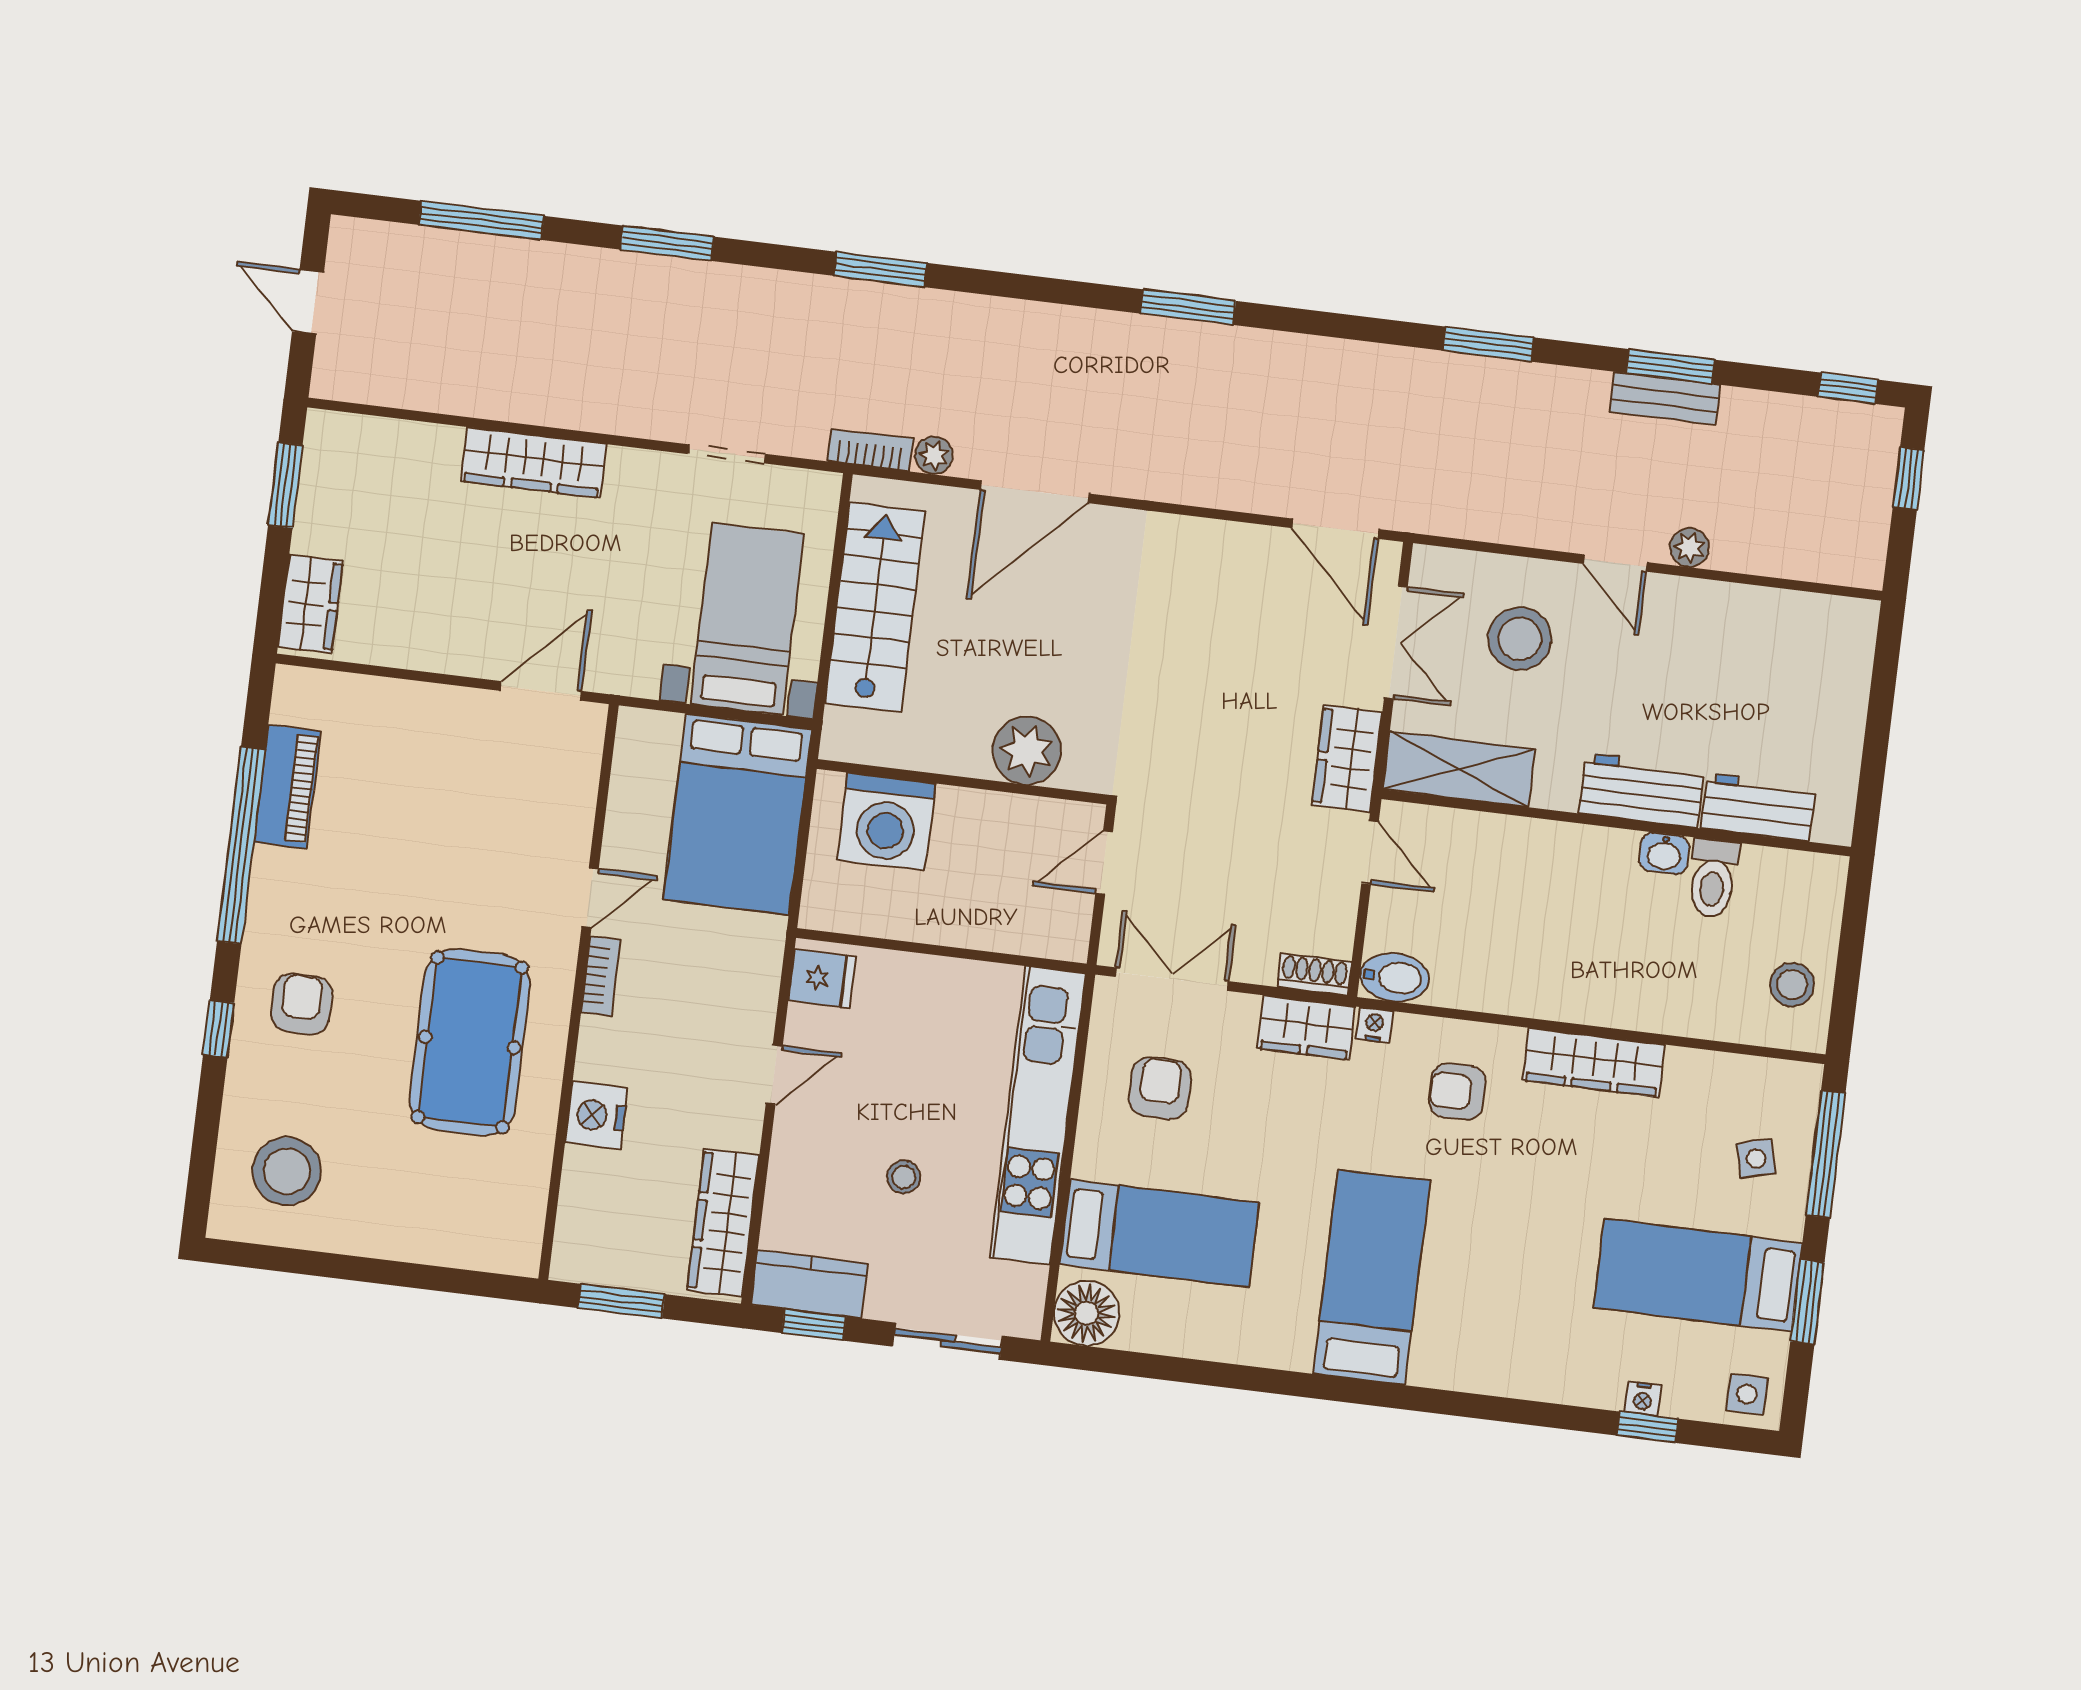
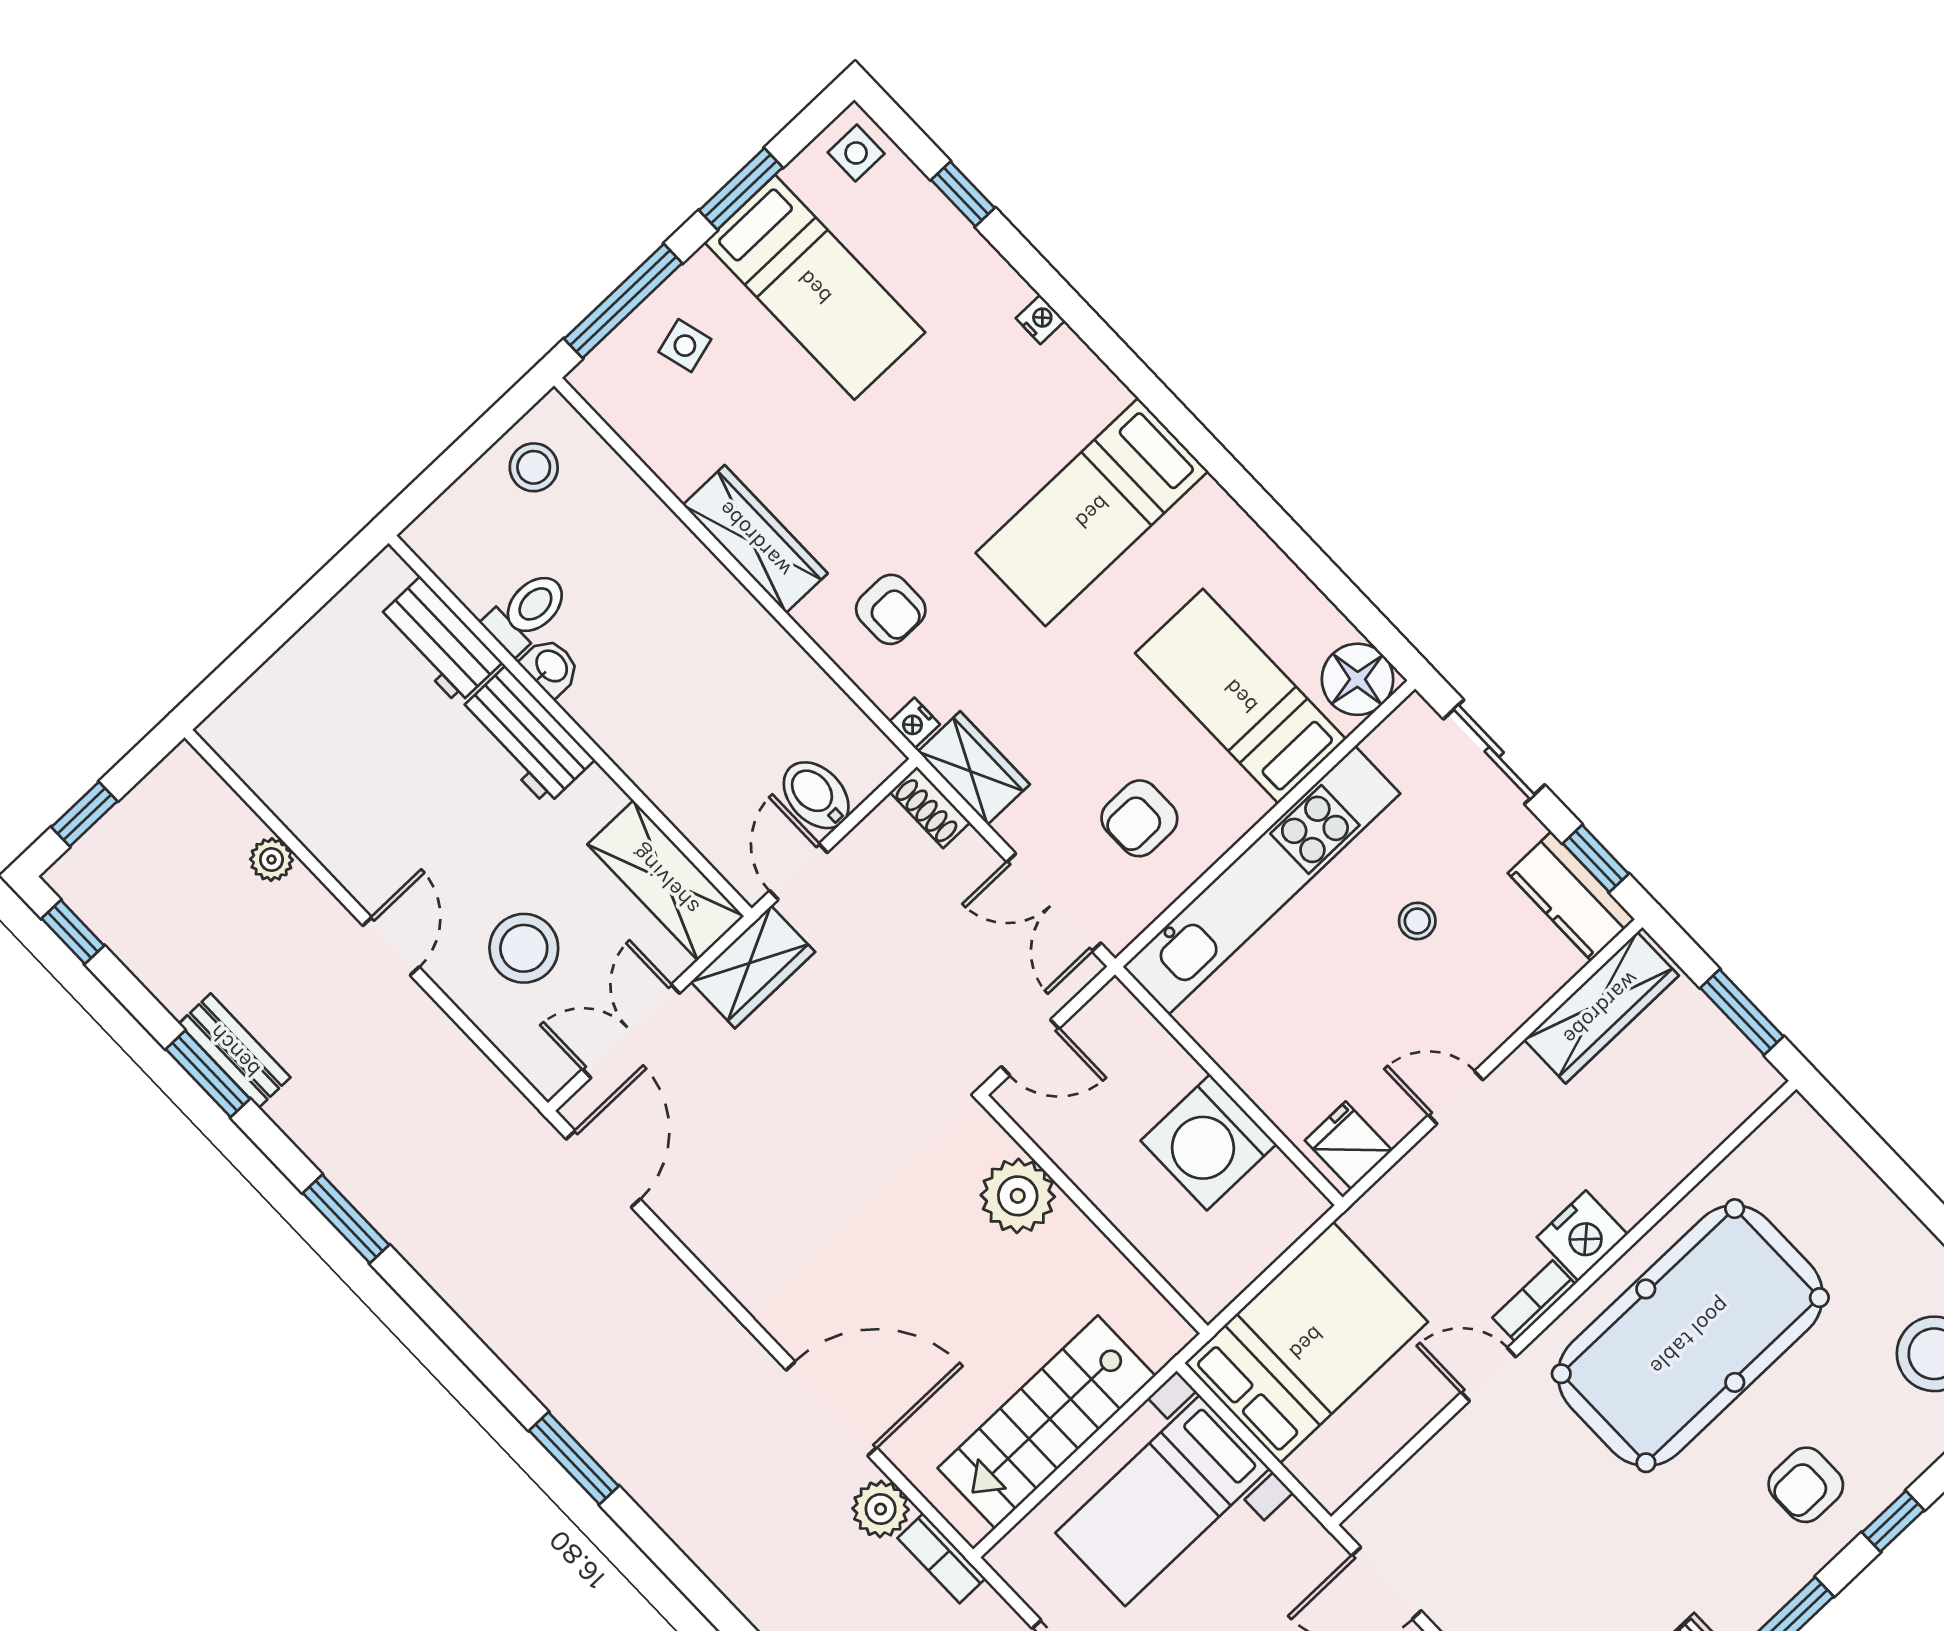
plant: (934, 456) -> (881, 1509), width x1.38, depth x1.38
plant: (1689, 547) -> (271, 860), moved
washing machine: (886, 822) -> (1208, 1142), moved, turned 180
bidet: (1395, 977) -> (816, 795), moved
pool table: (470, 1042) -> (1690, 1336), width x1.36, depth x1.32
nightstand: (596, 1115) -> (1582, 1236), moved
nightstand: (1643, 1399) -> (1040, 319), moved

